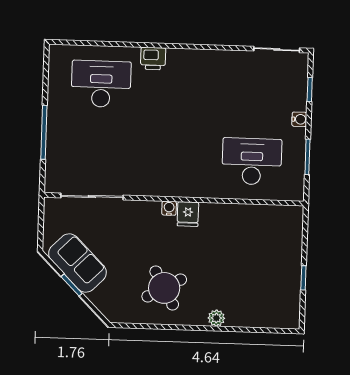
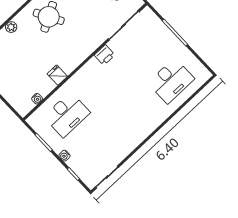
printer: (153, 59) -> (105, 55), moved, turned 180
water cooler: (169, 208) -> (37, 99), moved
fridge: (188, 214) -> (57, 75), moved

